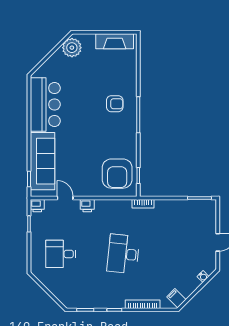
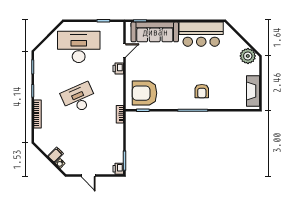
printer: (37, 206) -> (118, 169), moved
desk: (61, 254) -> (79, 47), width x1.87, depth x1.30
desk: (123, 254) -> (79, 98), turned -30
filing cabinet: (176, 298) -> (56, 155), moved

